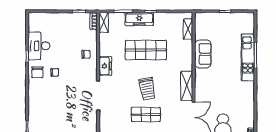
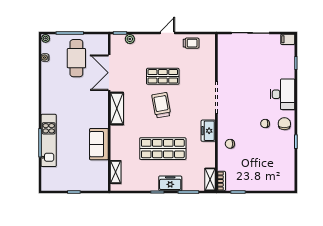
freezer: (139, 19) -> (170, 183), width x0.71
desk: (39, 46) -> (283, 94), moved

